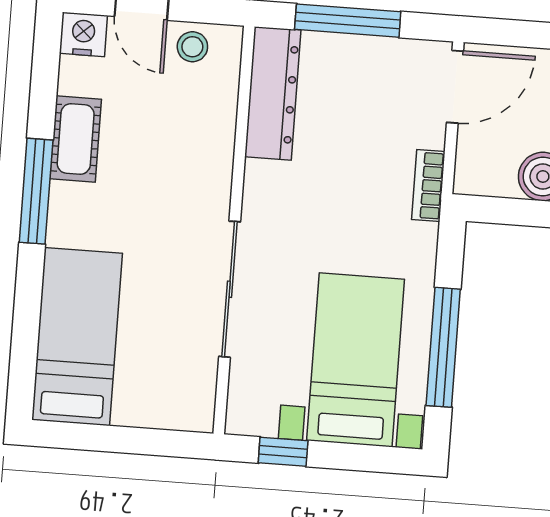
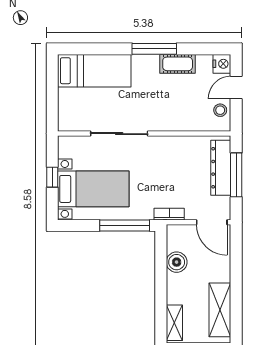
dresser: (273, 93) -> (221, 168), moved, turned 90
window: (443, 347) -> (125, 225), moved
window: (283, 452) -> (52, 177), moved

